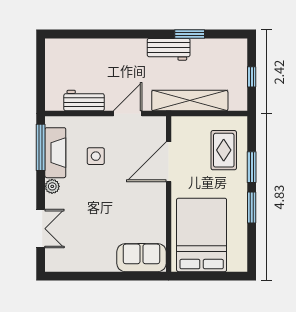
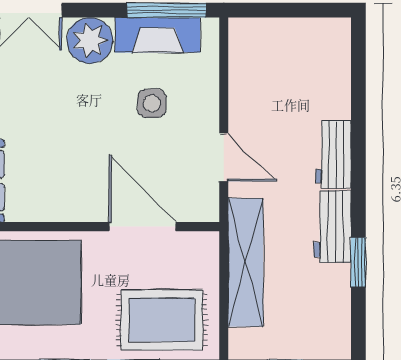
workbench: (84, 101) -> (334, 154), moved, turned 180
rug: (224, 150) -> (162, 320), width x1.36, depth x1.43
plant: (52, 186) -> (90, 41), width x1.87, depth x1.87

